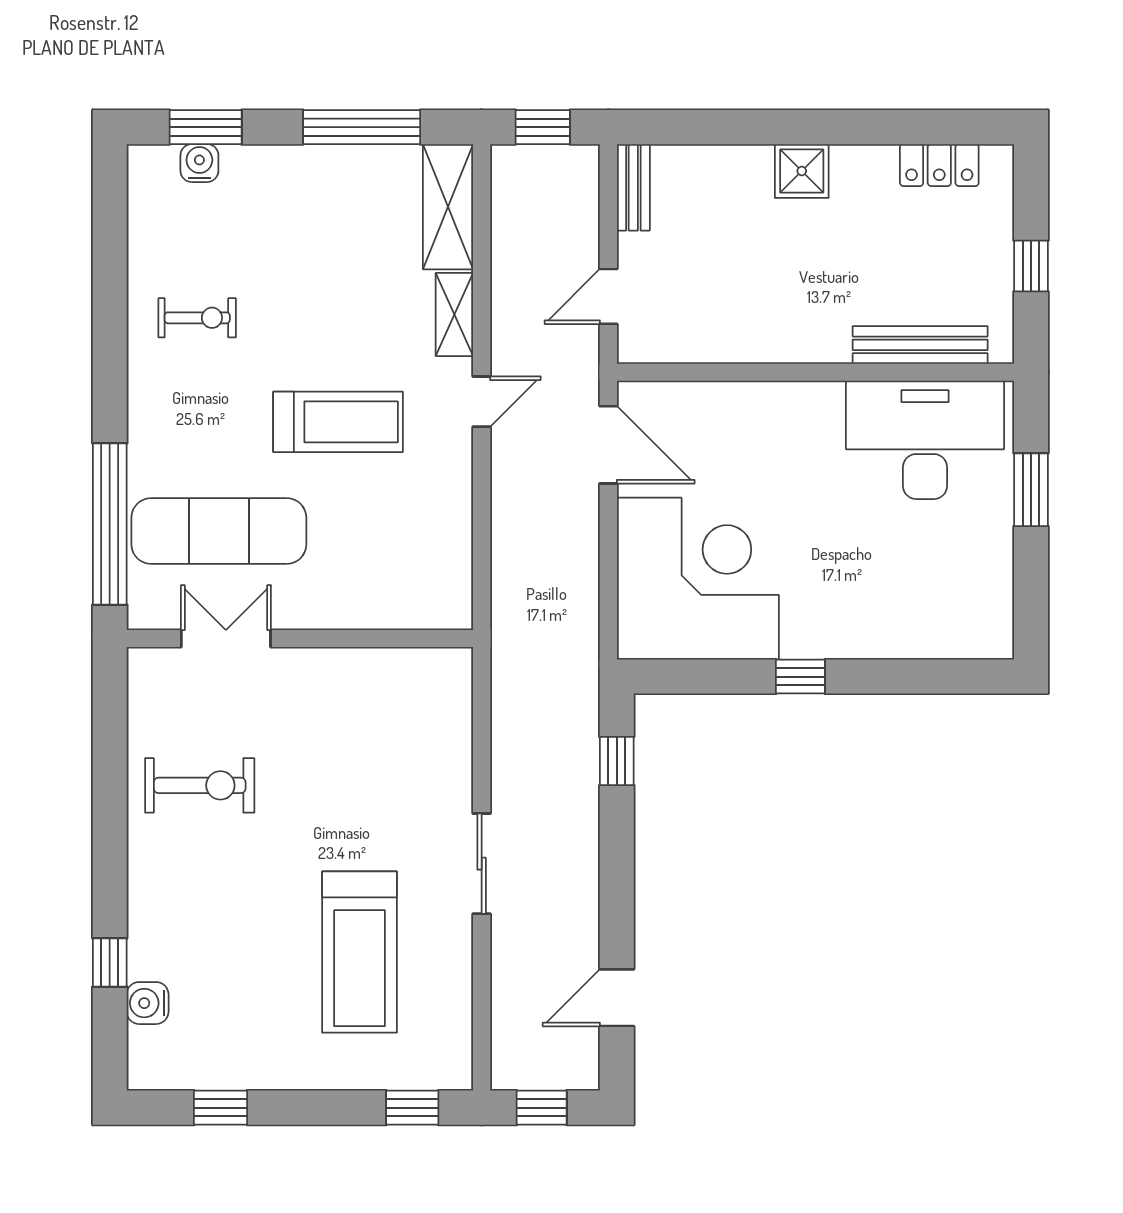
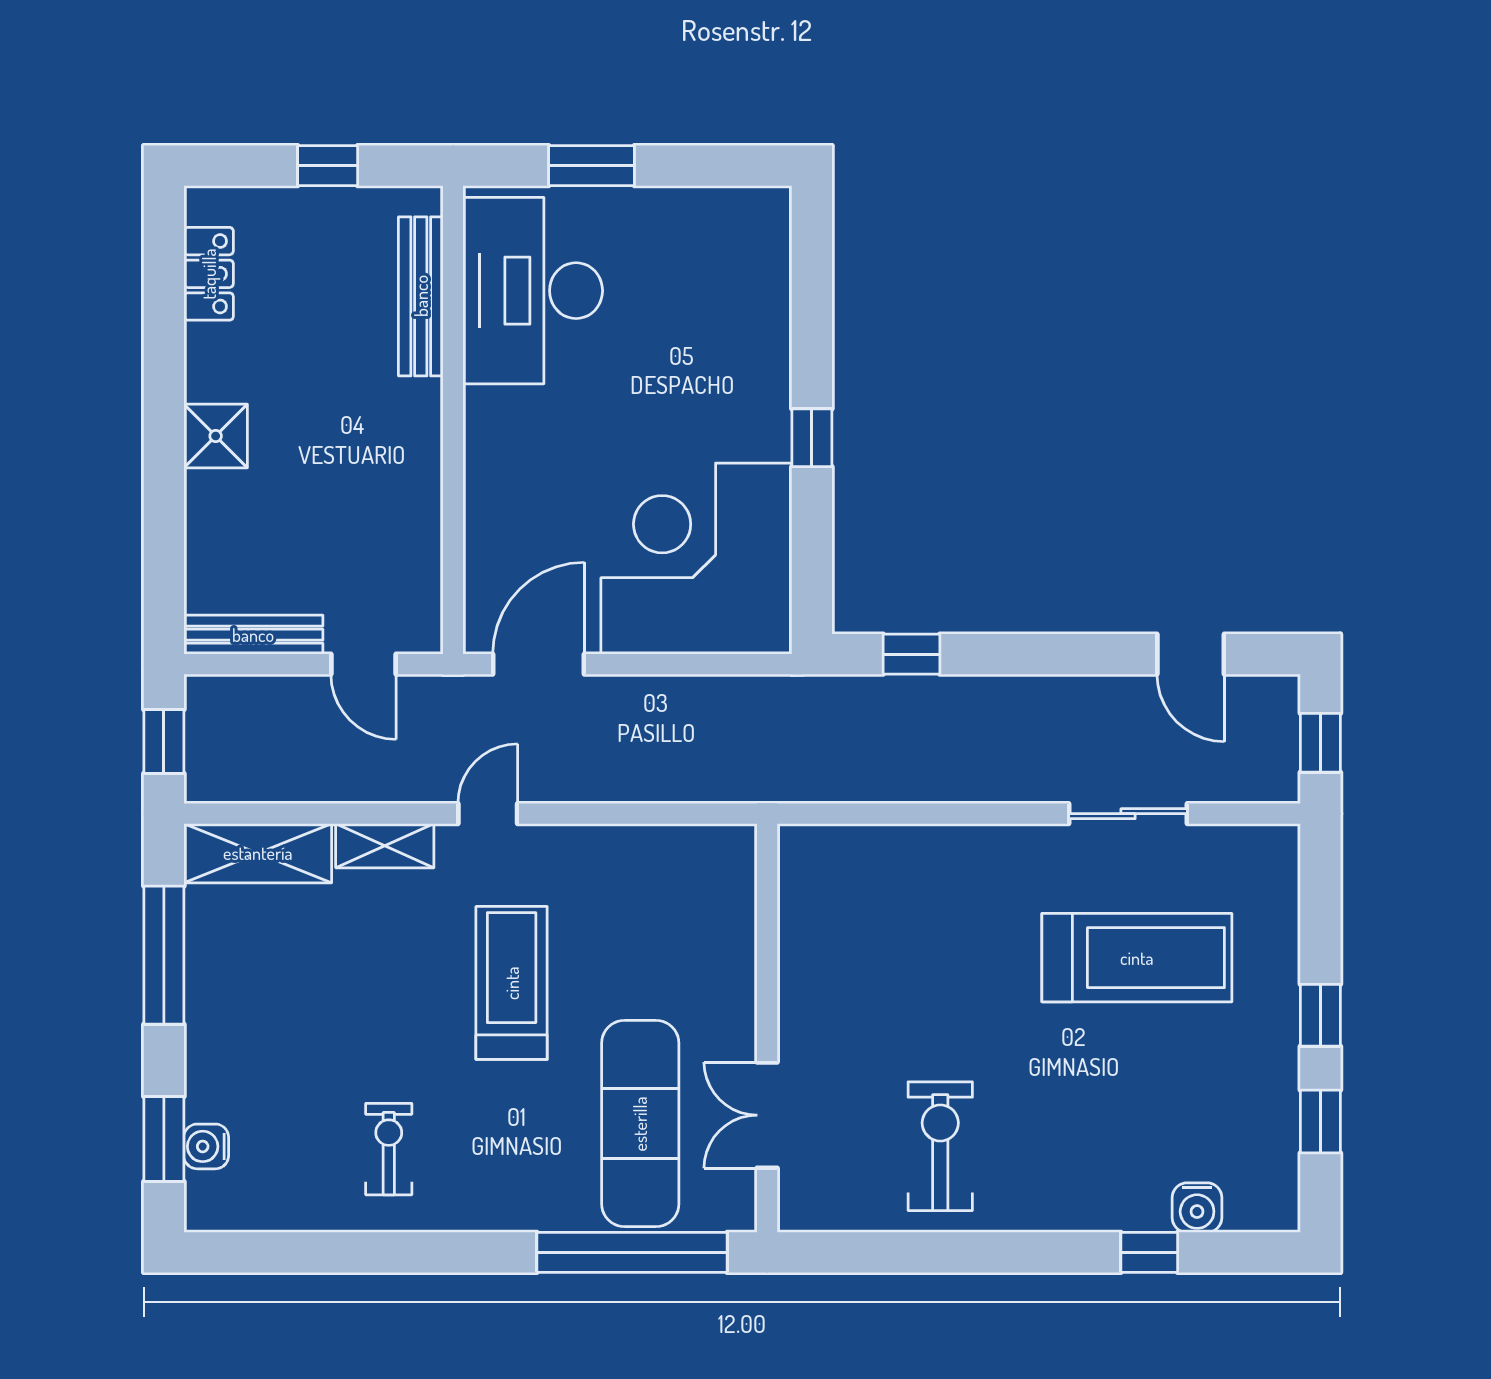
bench: (633, 187) -> (253, 635), width x1.36
door: (482, 402) -> (488, 814), hinge flipped
sliding door: (482, 864) -> (1128, 814), moved
window: (412, 1108) -> (1320, 1015), moved

